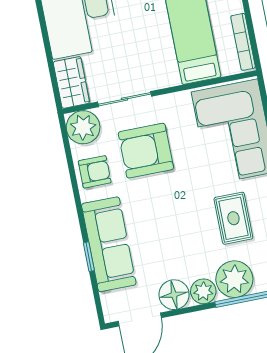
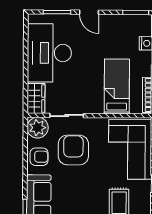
armchair: (146, 151) -> (73, 150), turned 90

